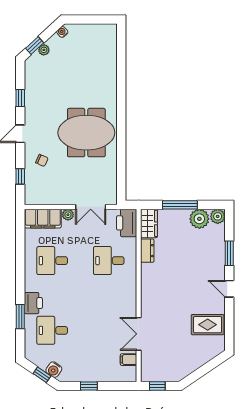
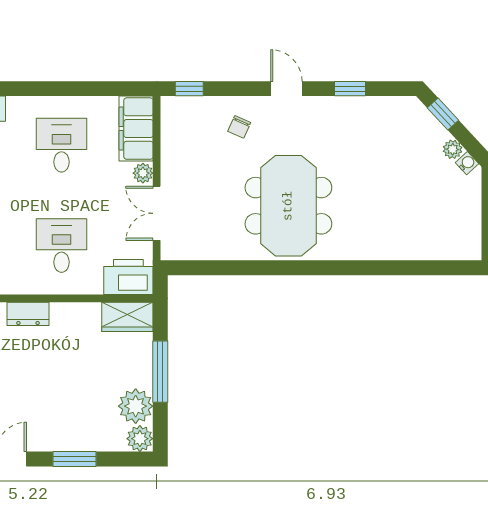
plant: (44, 50) -> (453, 149), moved
window: (20, 176) -> (189, 89), moved
dresser: (147, 251) -> (28, 314), moved

